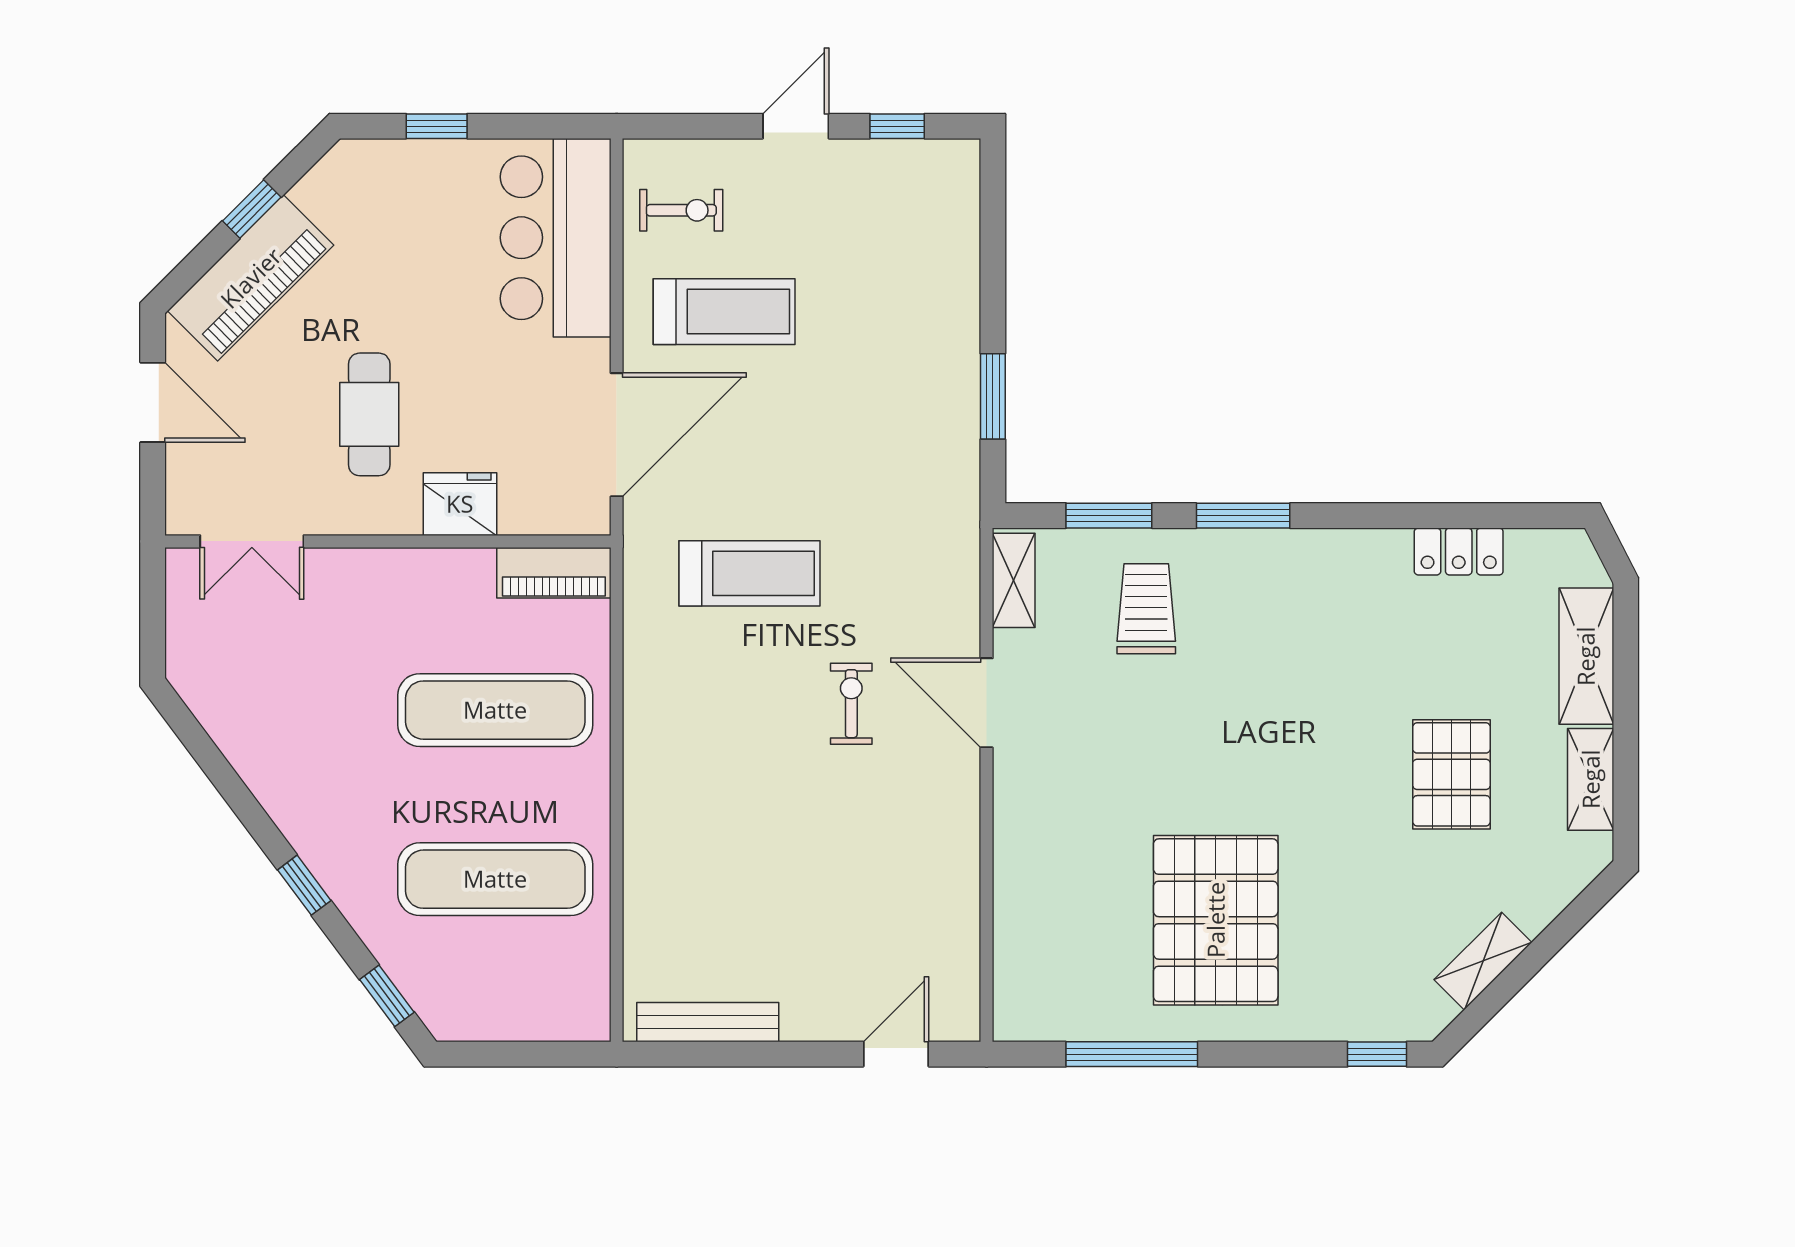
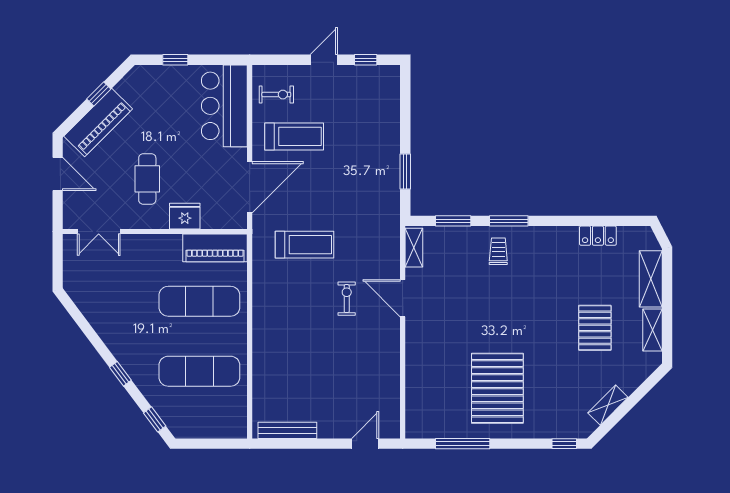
piano: (554, 573) -> (215, 248), width x1.37, depth x1.33
trolley: (1146, 609) -> (498, 251), moved, width x0.73, depth x0.72

